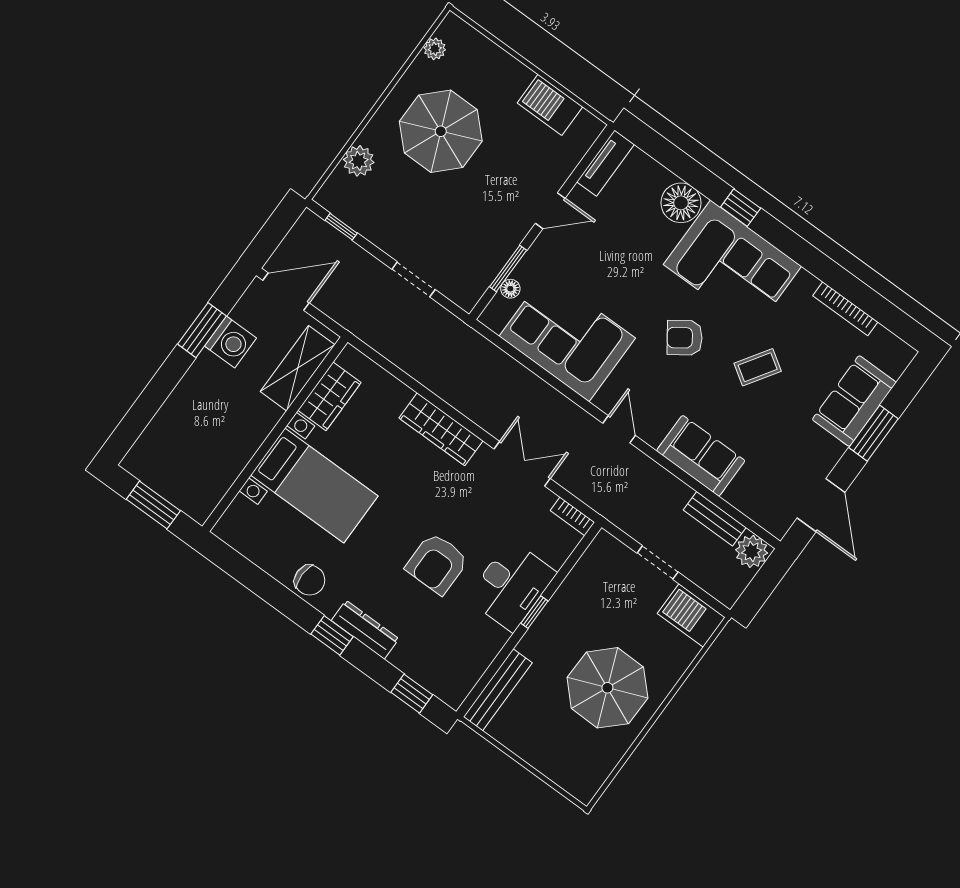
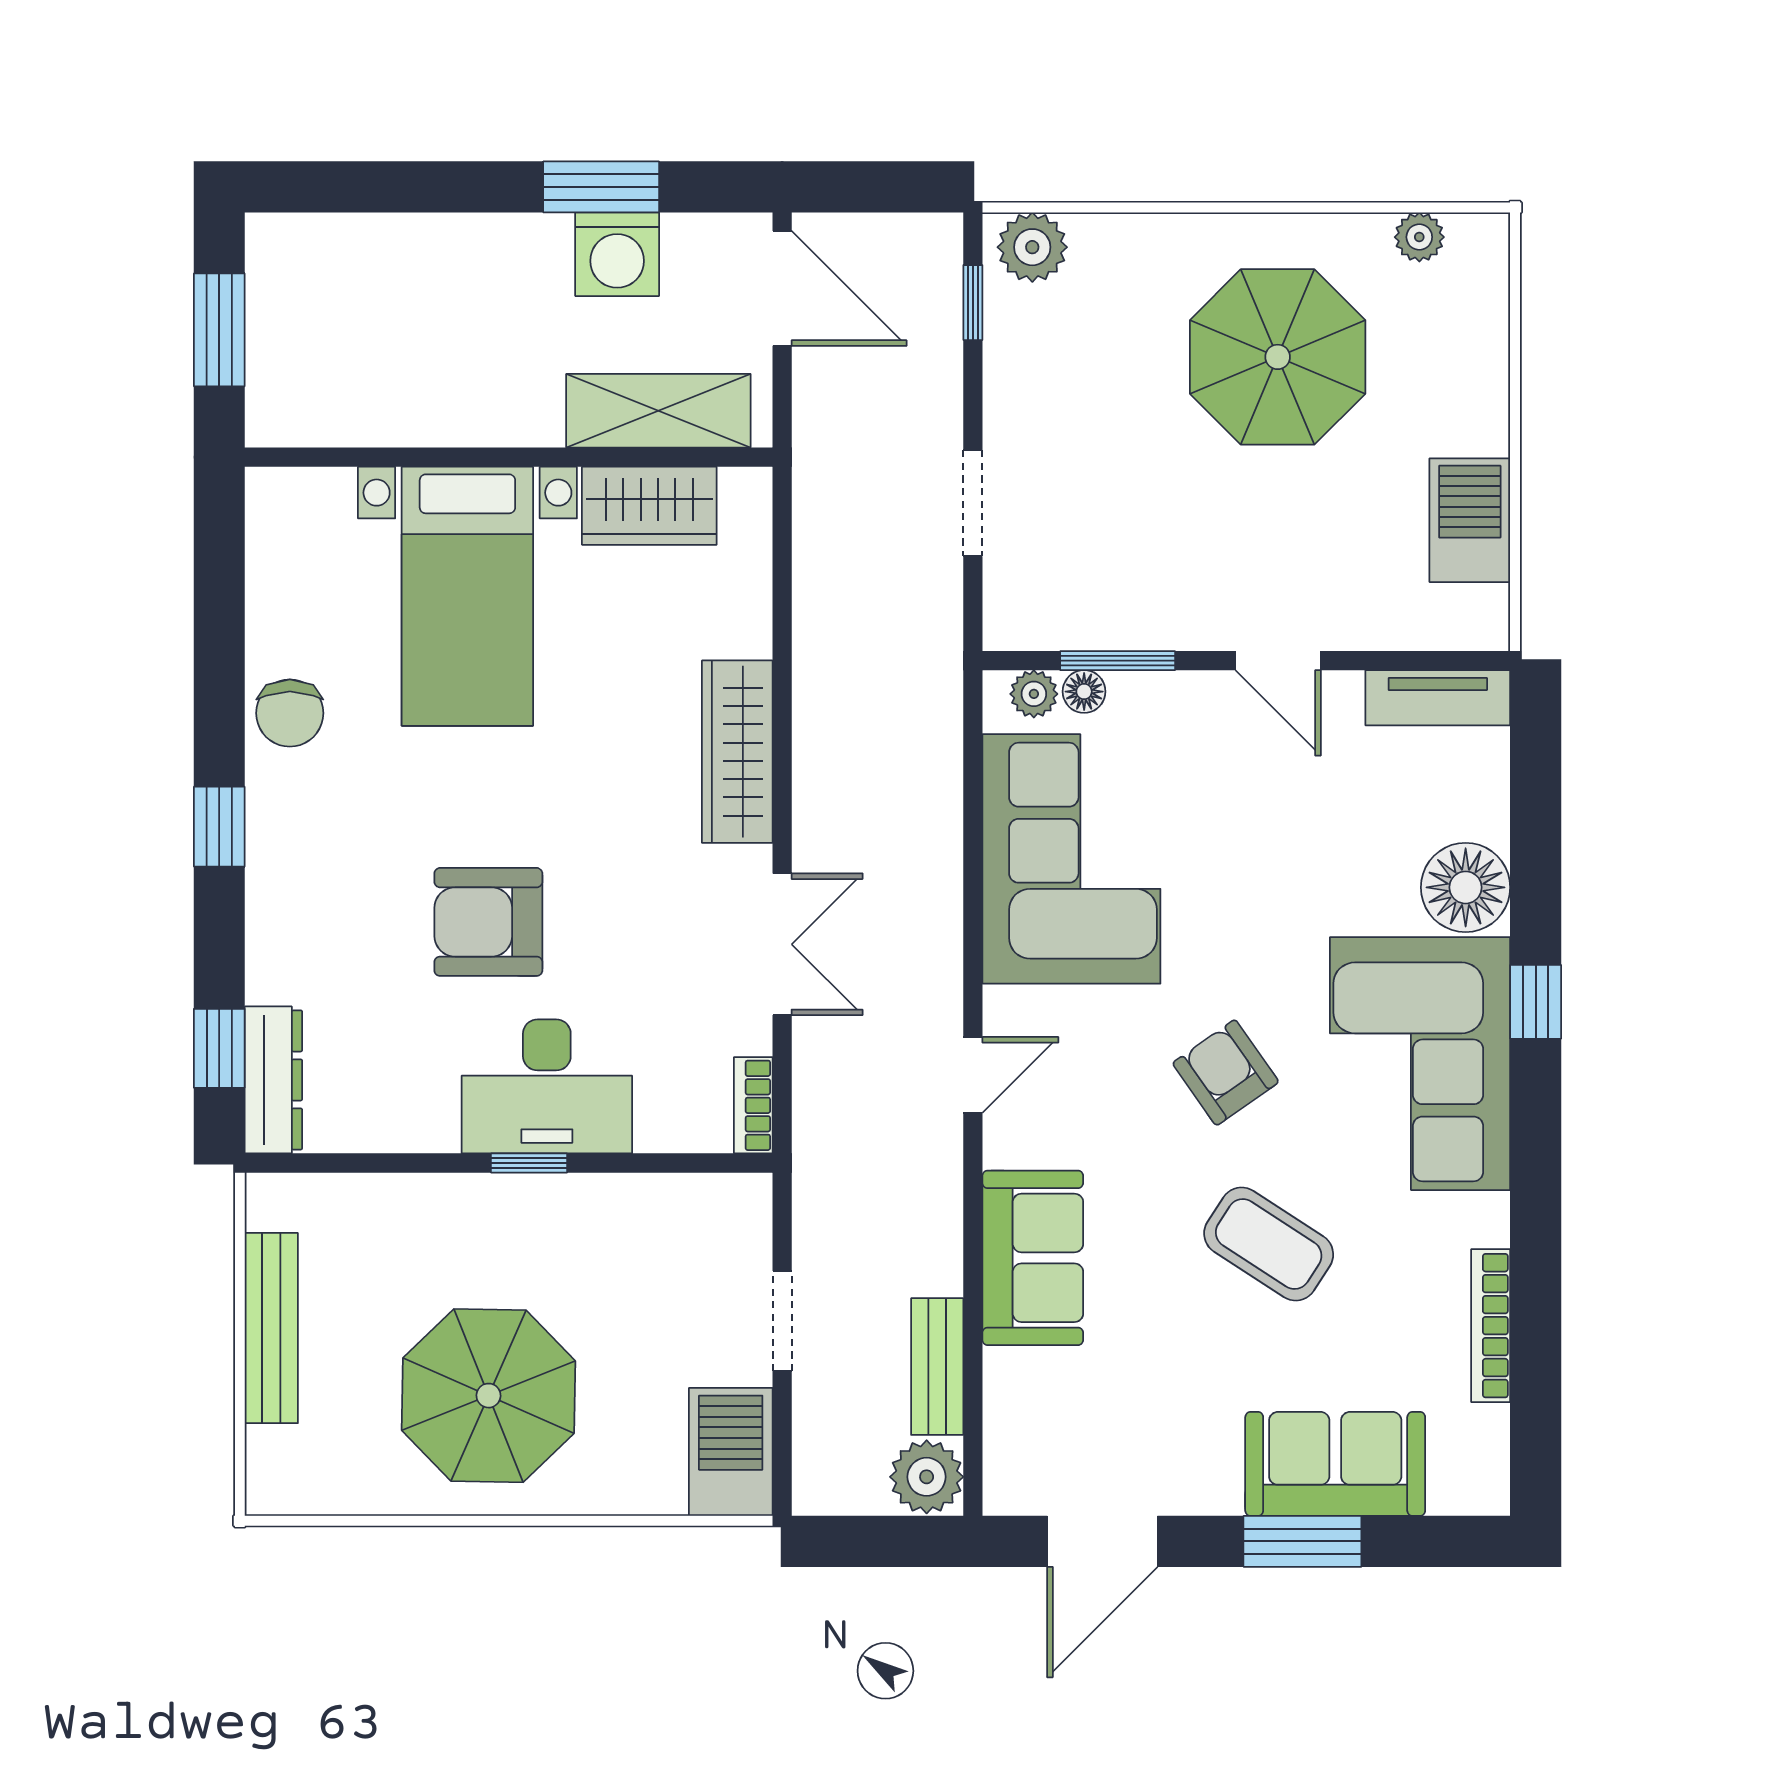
plant: (359, 161) -> (1032, 247), moved
plant: (498, 307) -> (1034, 694), added
coffee table: (758, 367) -> (1269, 1244), width x1.36, depth x1.30
dresser: (365, 630) -> (273, 1080), moved
bench: (498, 690) -> (271, 1328), moved, turned 90

